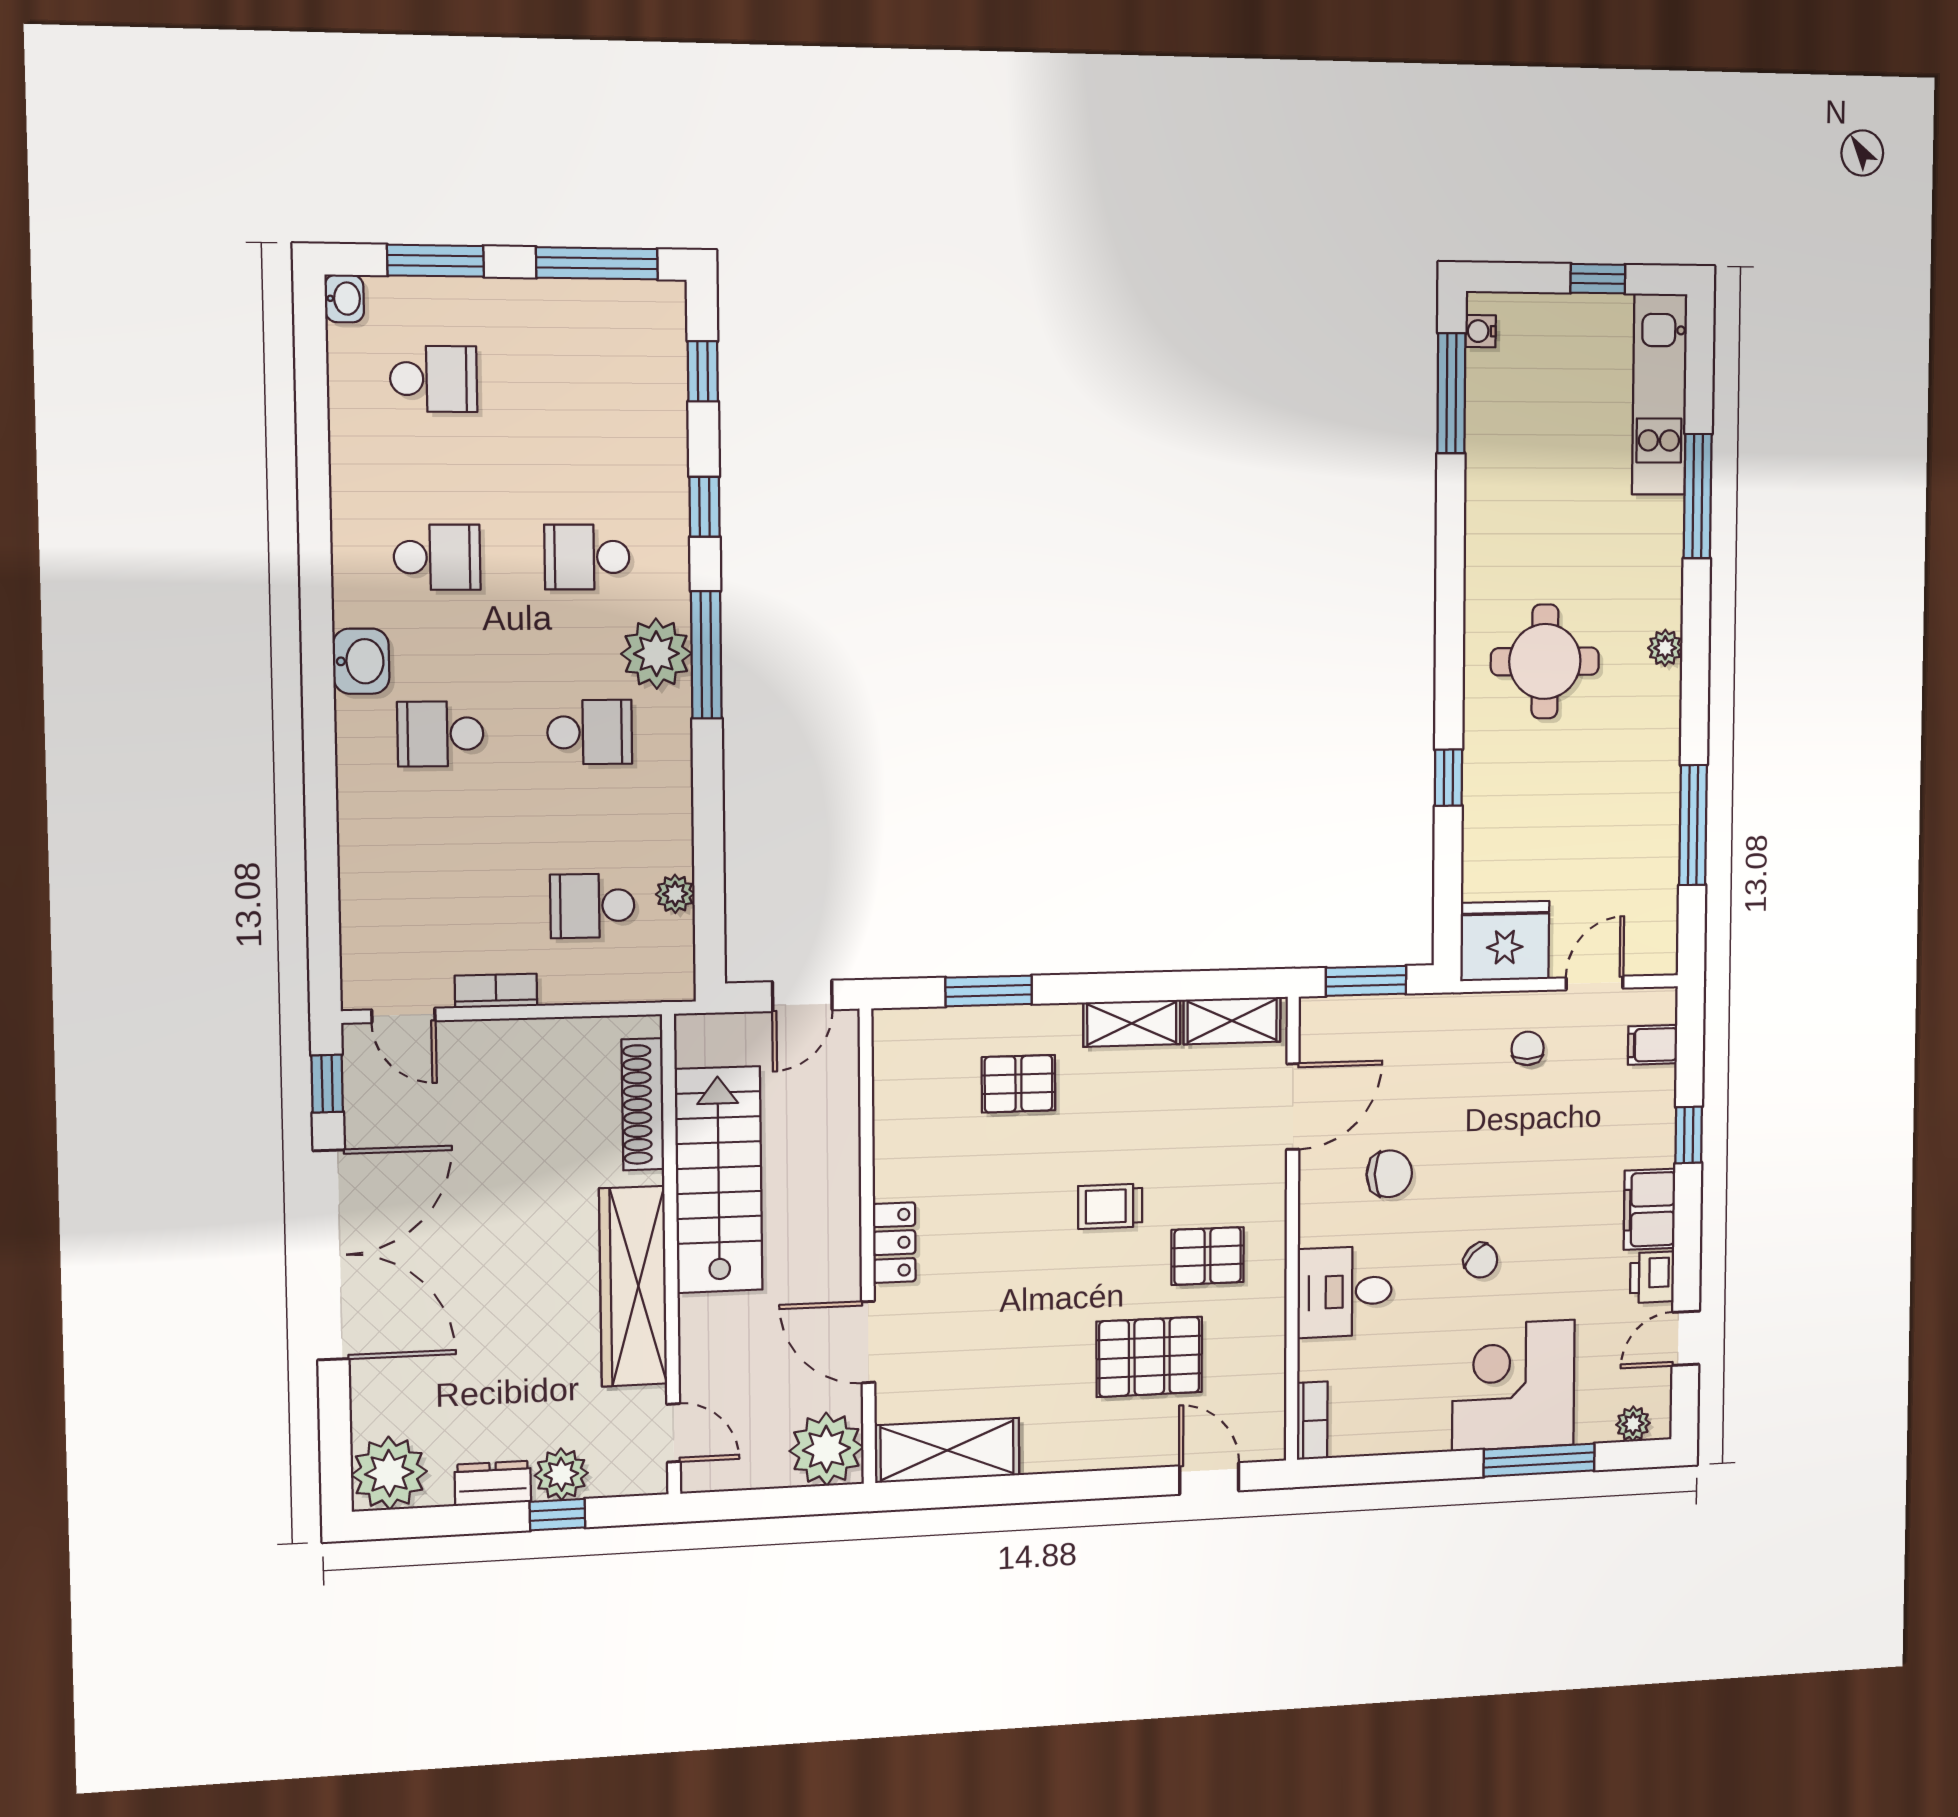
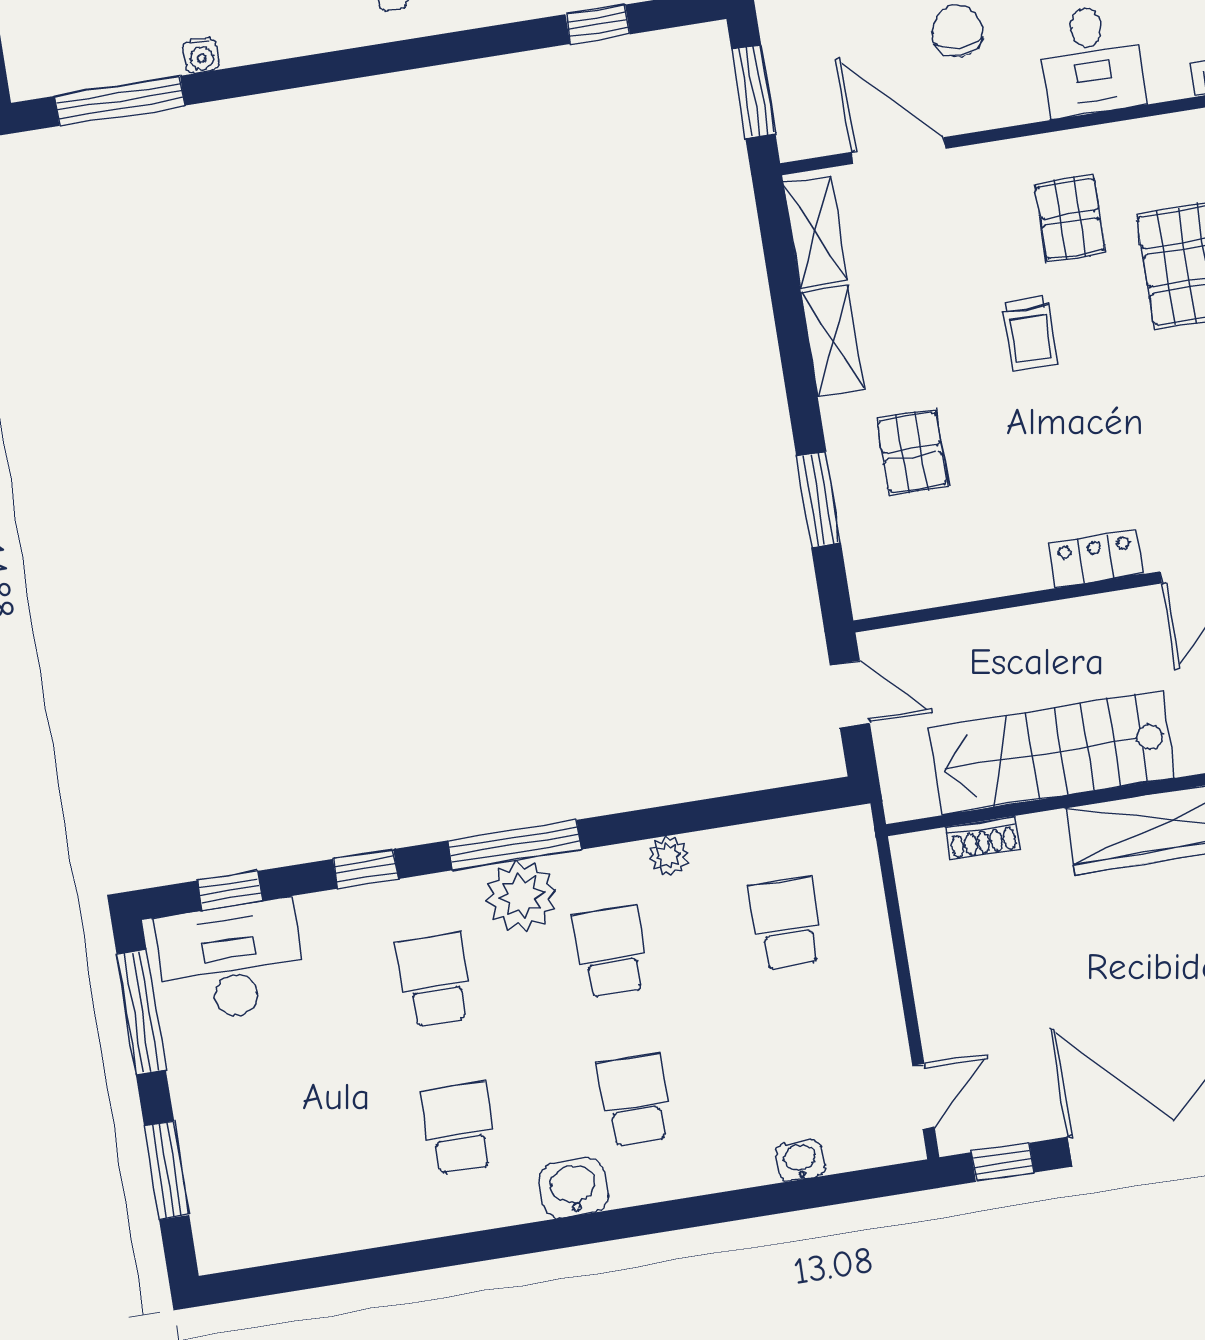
washbasin: (344, 299) -> (800, 1160), moved
water cooler: (1481, 331) -> (201, 55), moved
desk: (634, 360) -> (231, 961), added
school desk: (434, 379) -> (283, 1156), removed
school desk: (587, 557) -> (435, 979), turned 180
school desk: (440, 734) -> (634, 1100), turned 180
window: (1448, 778) -> (598, 24), moved
plant: (675, 894) -> (668, 856), moved
school desk: (592, 906) -> (786, 923), turned 180
bookcase: (496, 991) -> (886, 1008), removed
shoe rack: (643, 1104) -> (983, 838), width x0.51, depth x0.81

